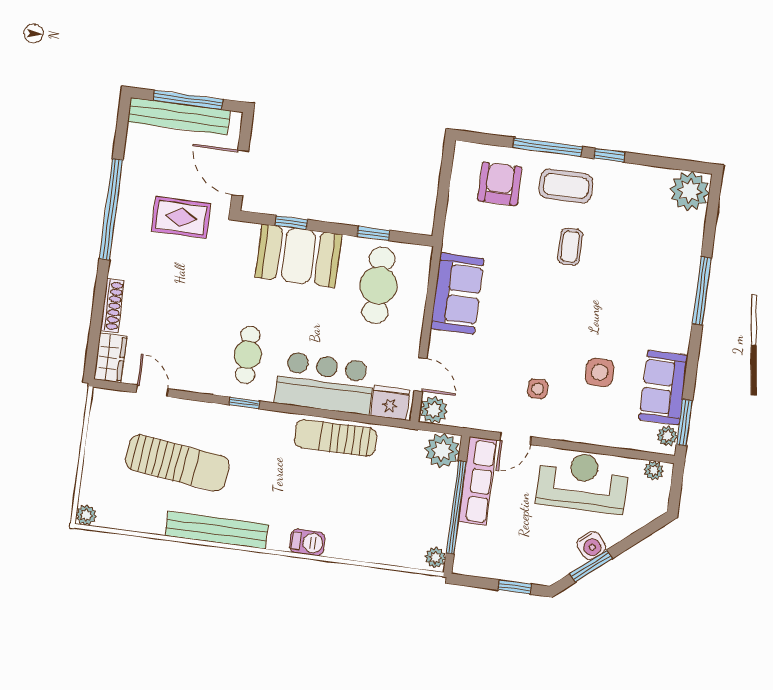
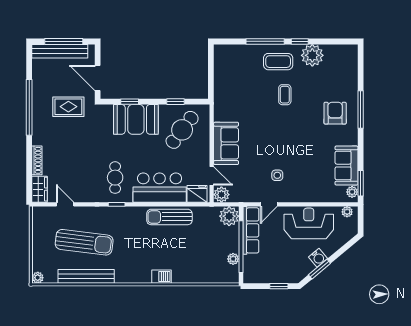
armchair: (500, 184) -> (335, 113), moved
plant: (690, 191) -> (312, 55), moved
cafe table: (379, 285) -> (182, 130), turned 37
sofa: (457, 293) -> (226, 143), moved
side table: (600, 372) -> (310, 162), removed
bench: (217, 530) -> (86, 276), moved
plant: (435, 558) -> (233, 259), moved

